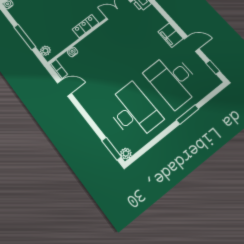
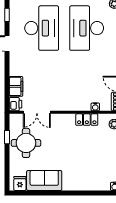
locker: (85, 26) -> (87, 120), moved
filing cabinet: (170, 35) -> (16, 86), moved

